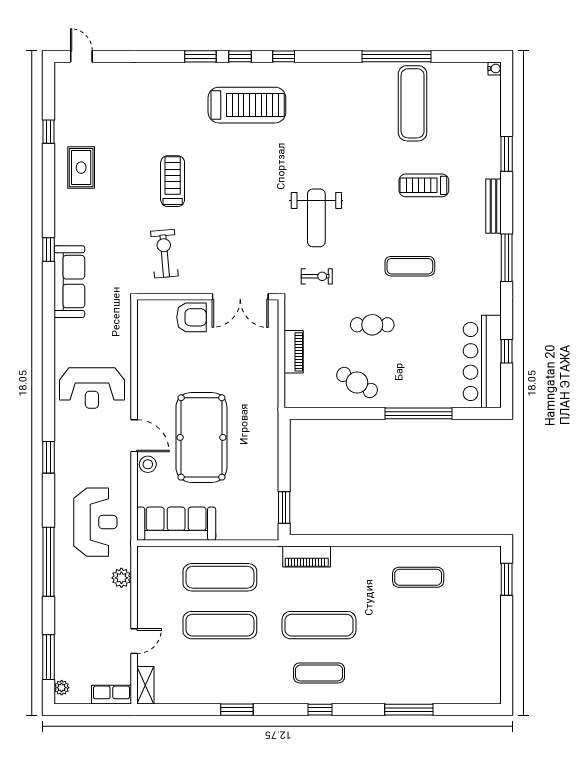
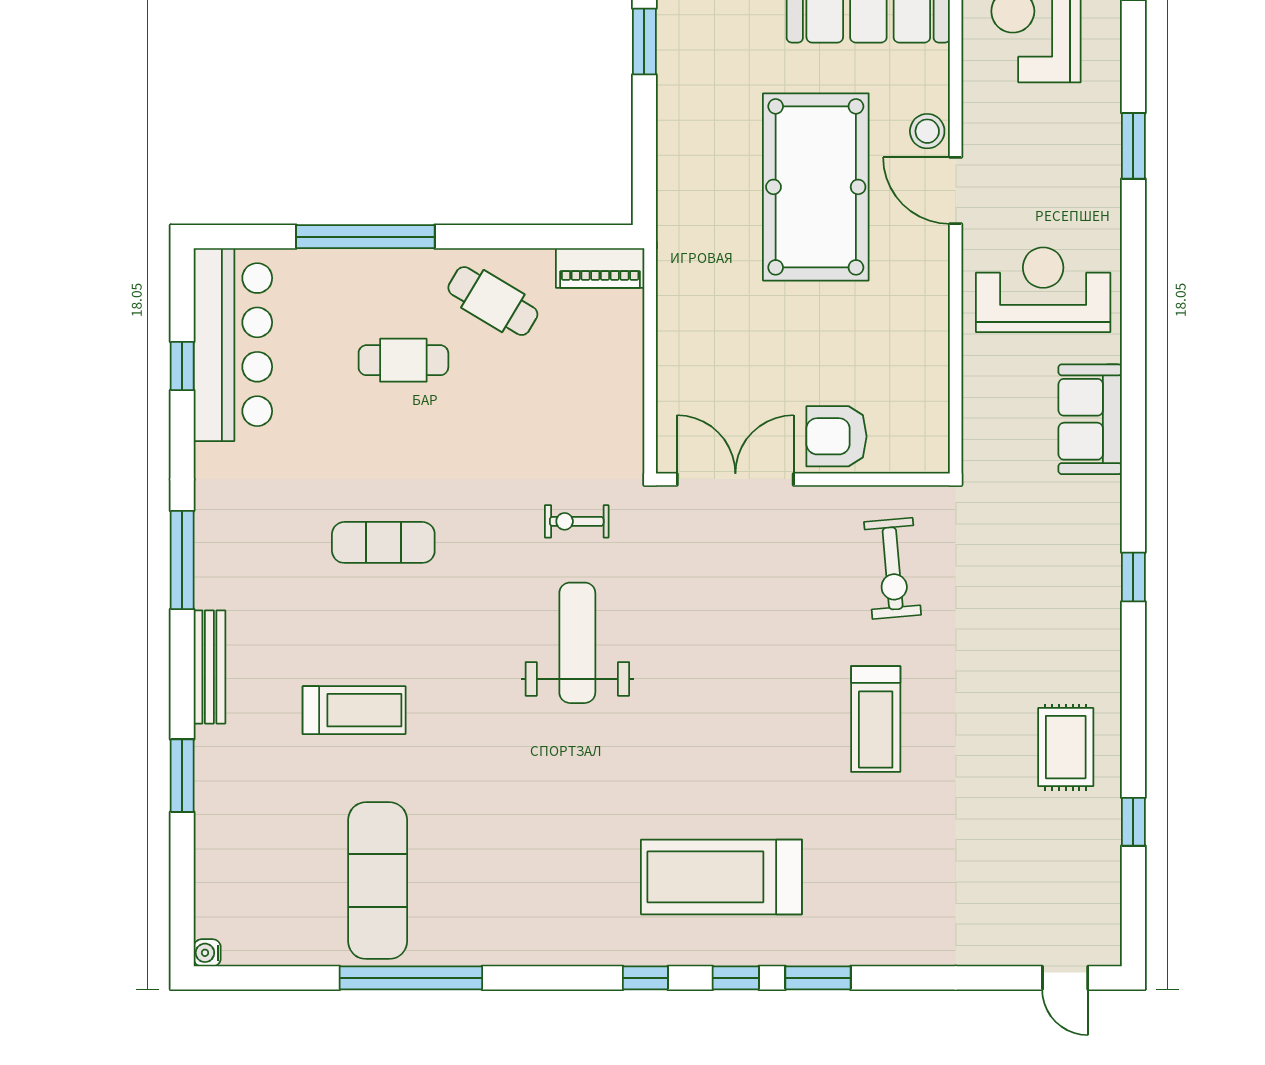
sofa: (69, 282) -> (1090, 419), moved, width x0.73
cafe table: (372, 325) -> (403, 360), moved
piano: (294, 352) -> (600, 268), moved, turned -90

